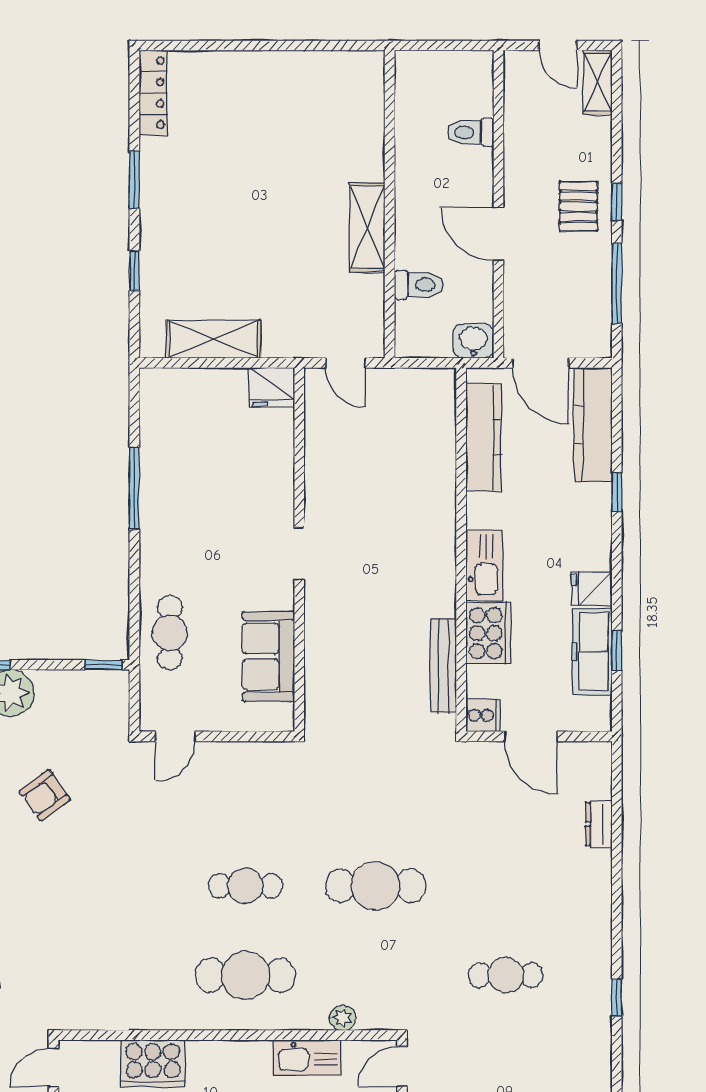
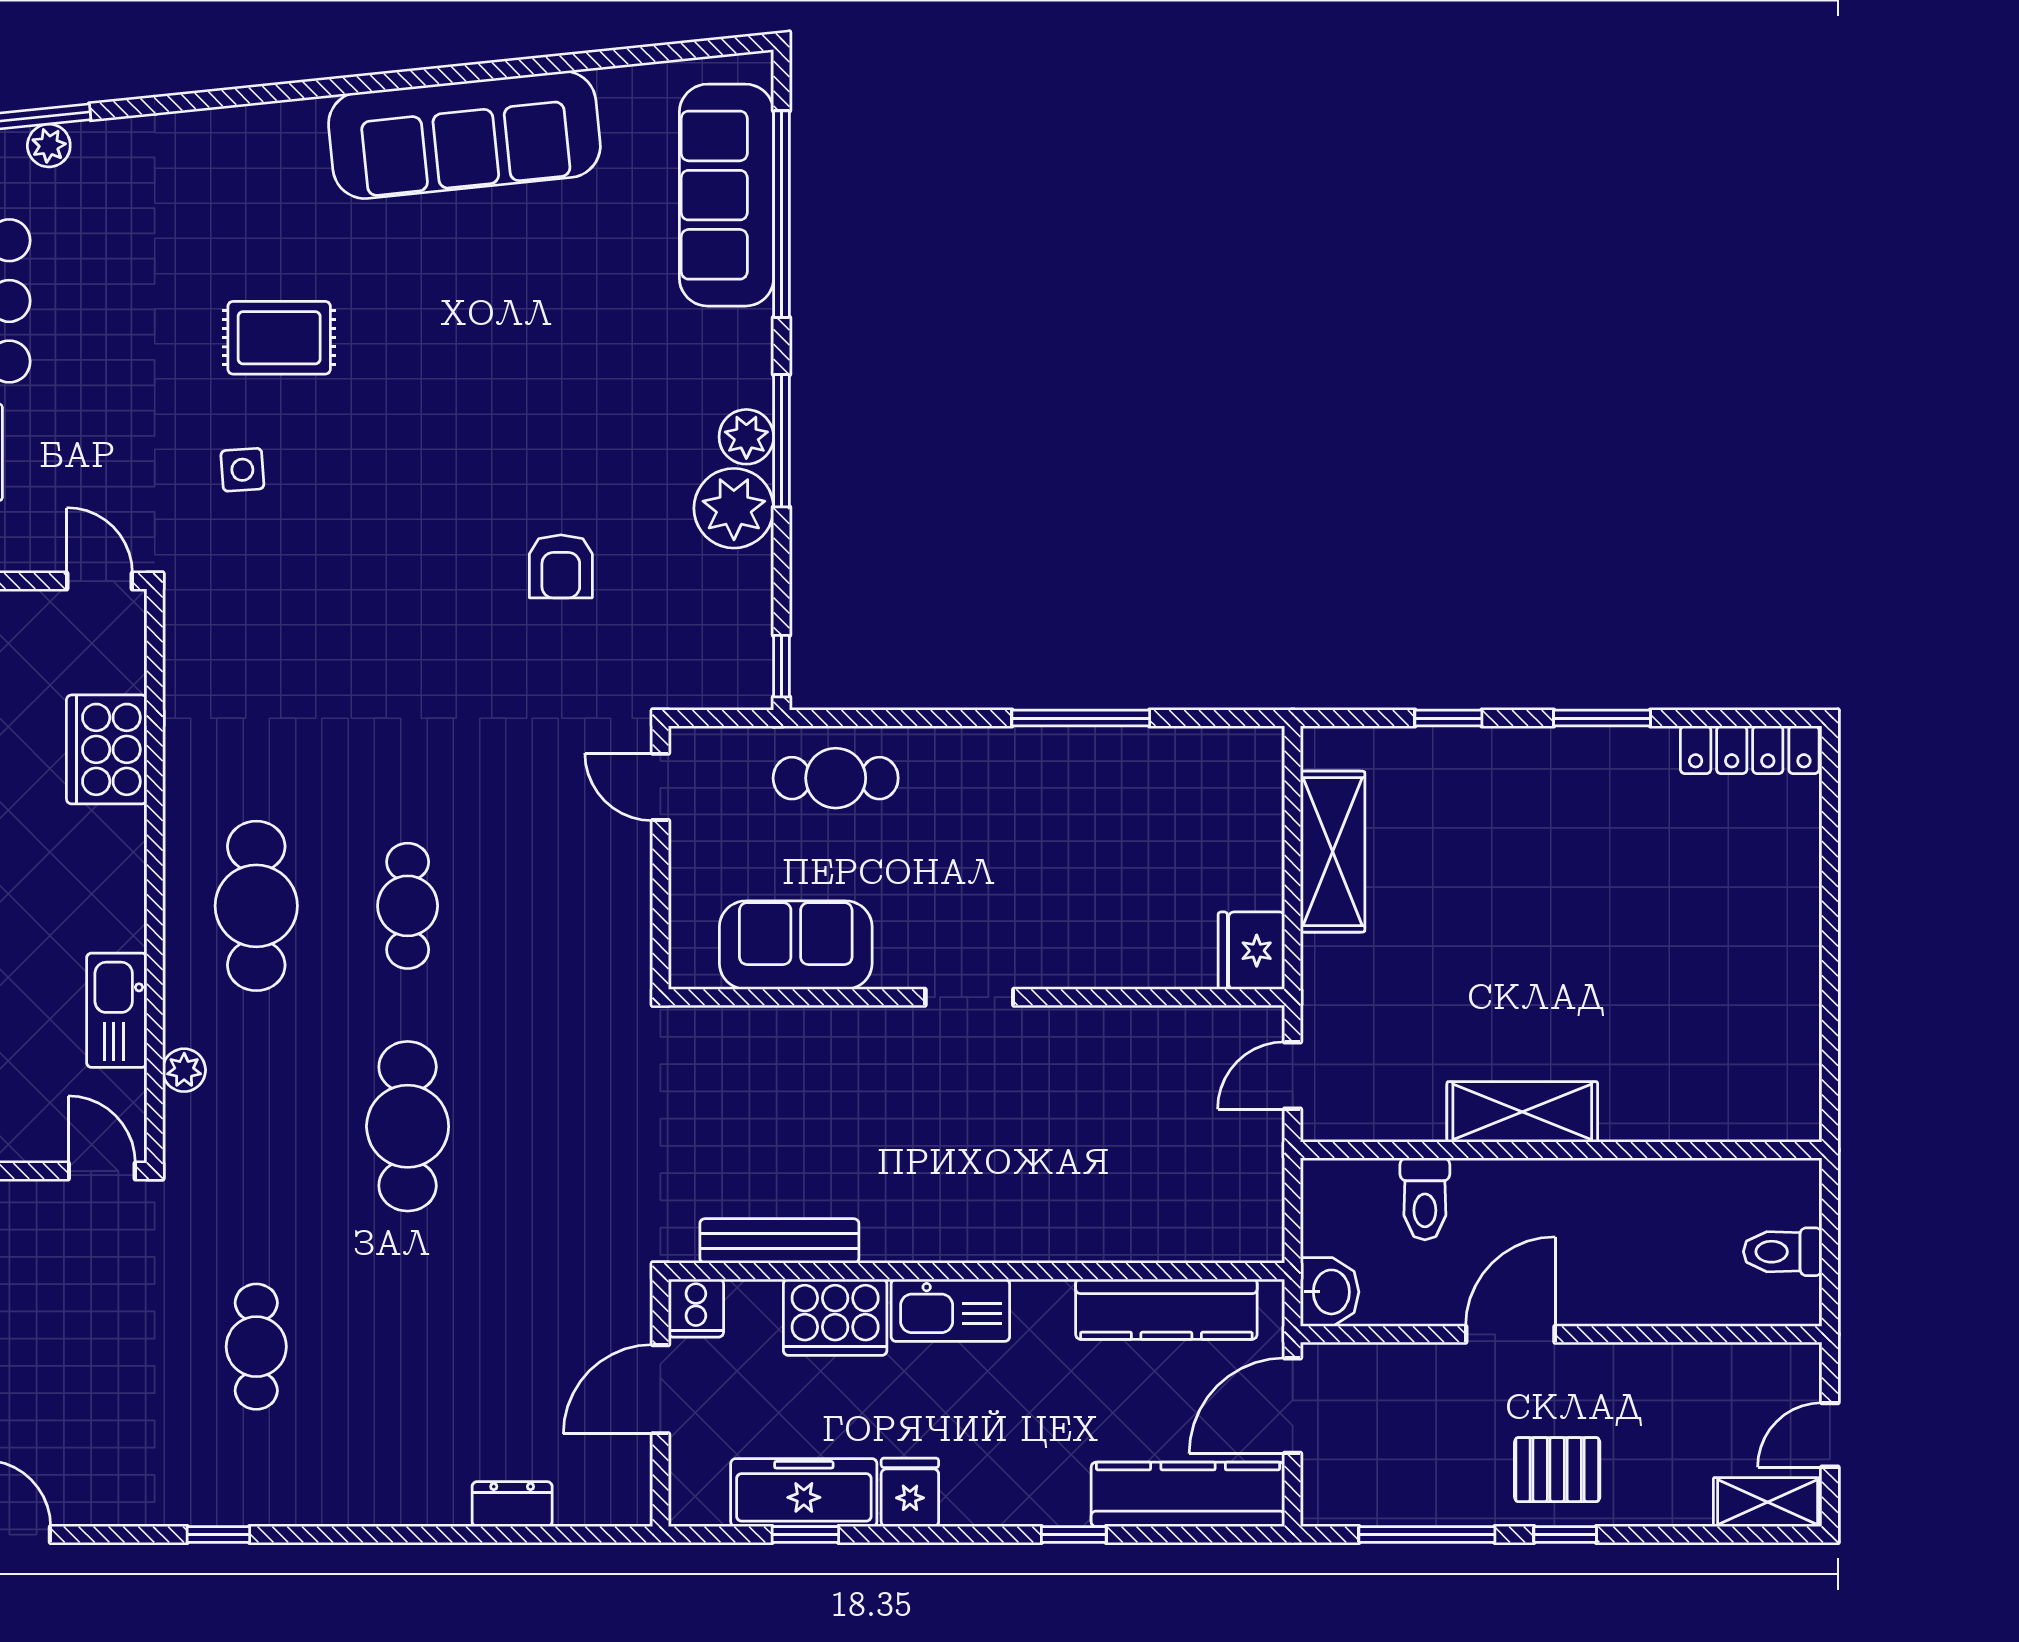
toilet: (471, 132) -> (1783, 1252), moved, turned -90
armchair: (45, 795) -> (561, 566), turned -144

